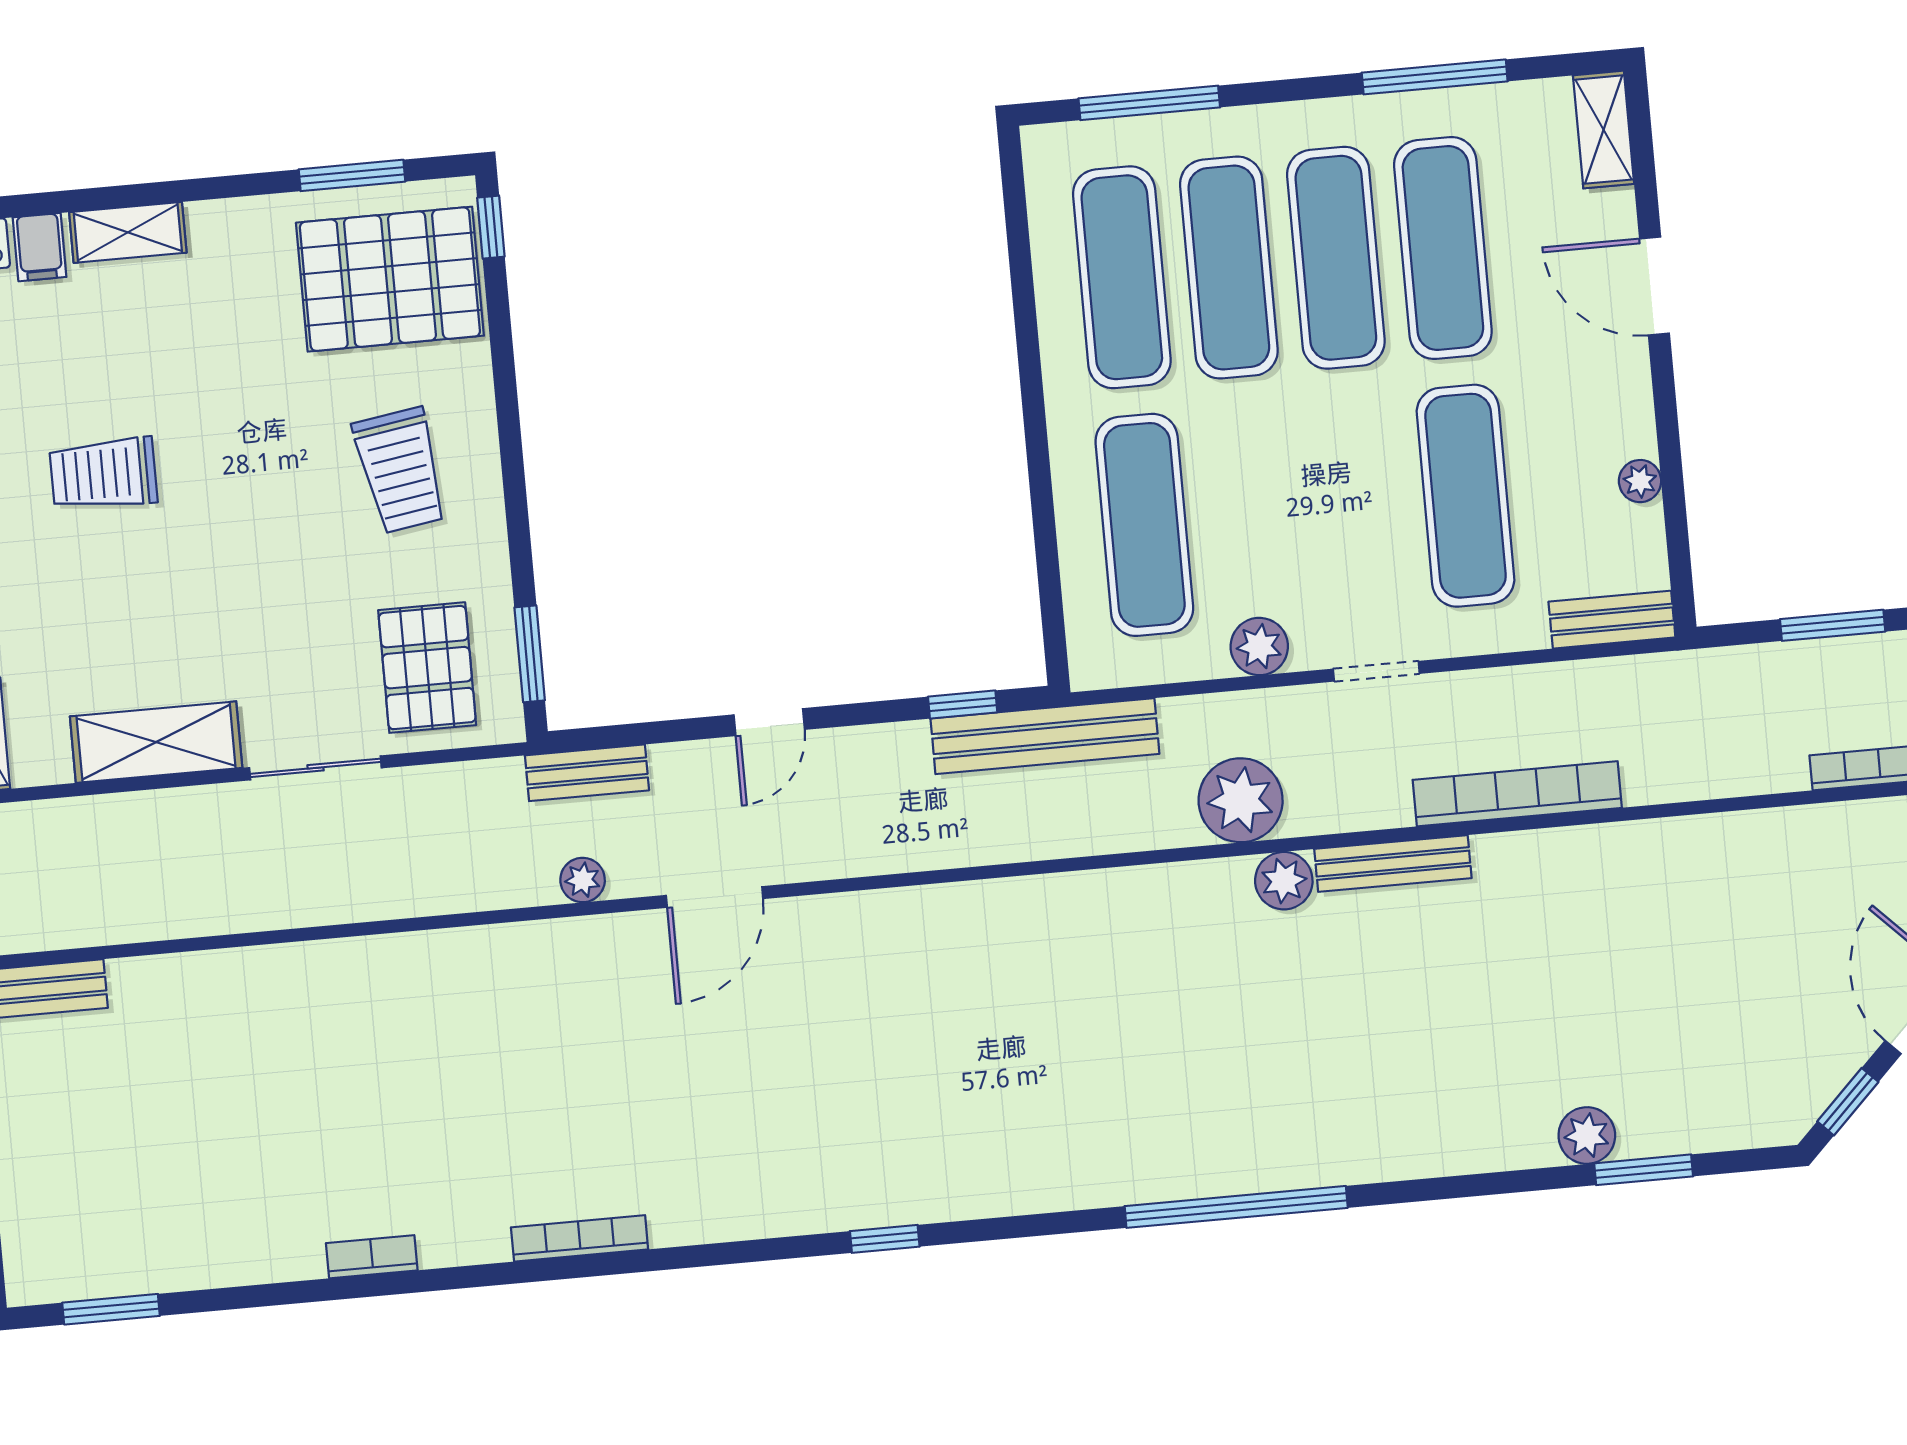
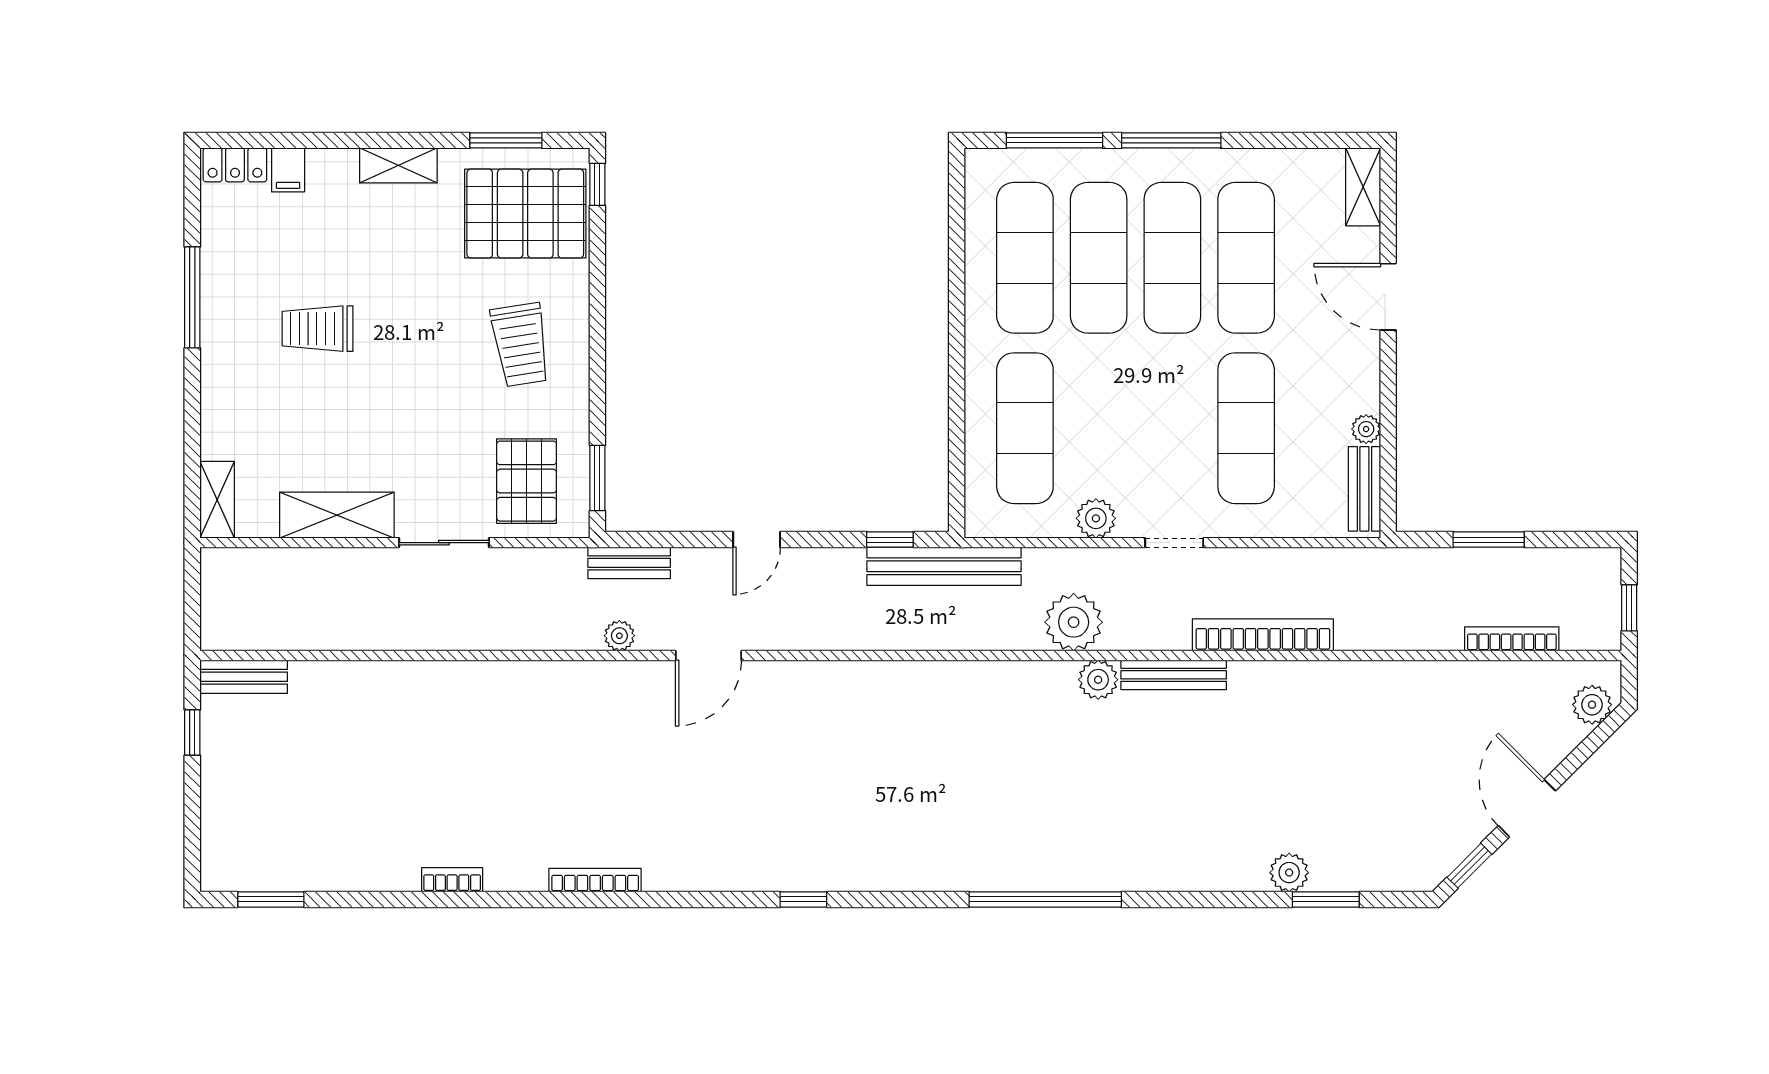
window: (1435, 77) -> (1171, 140), moved
shelving: (128, 232) -> (398, 165), moved
bench: (1612, 620) -> (1364, 489), moved, turned 90

